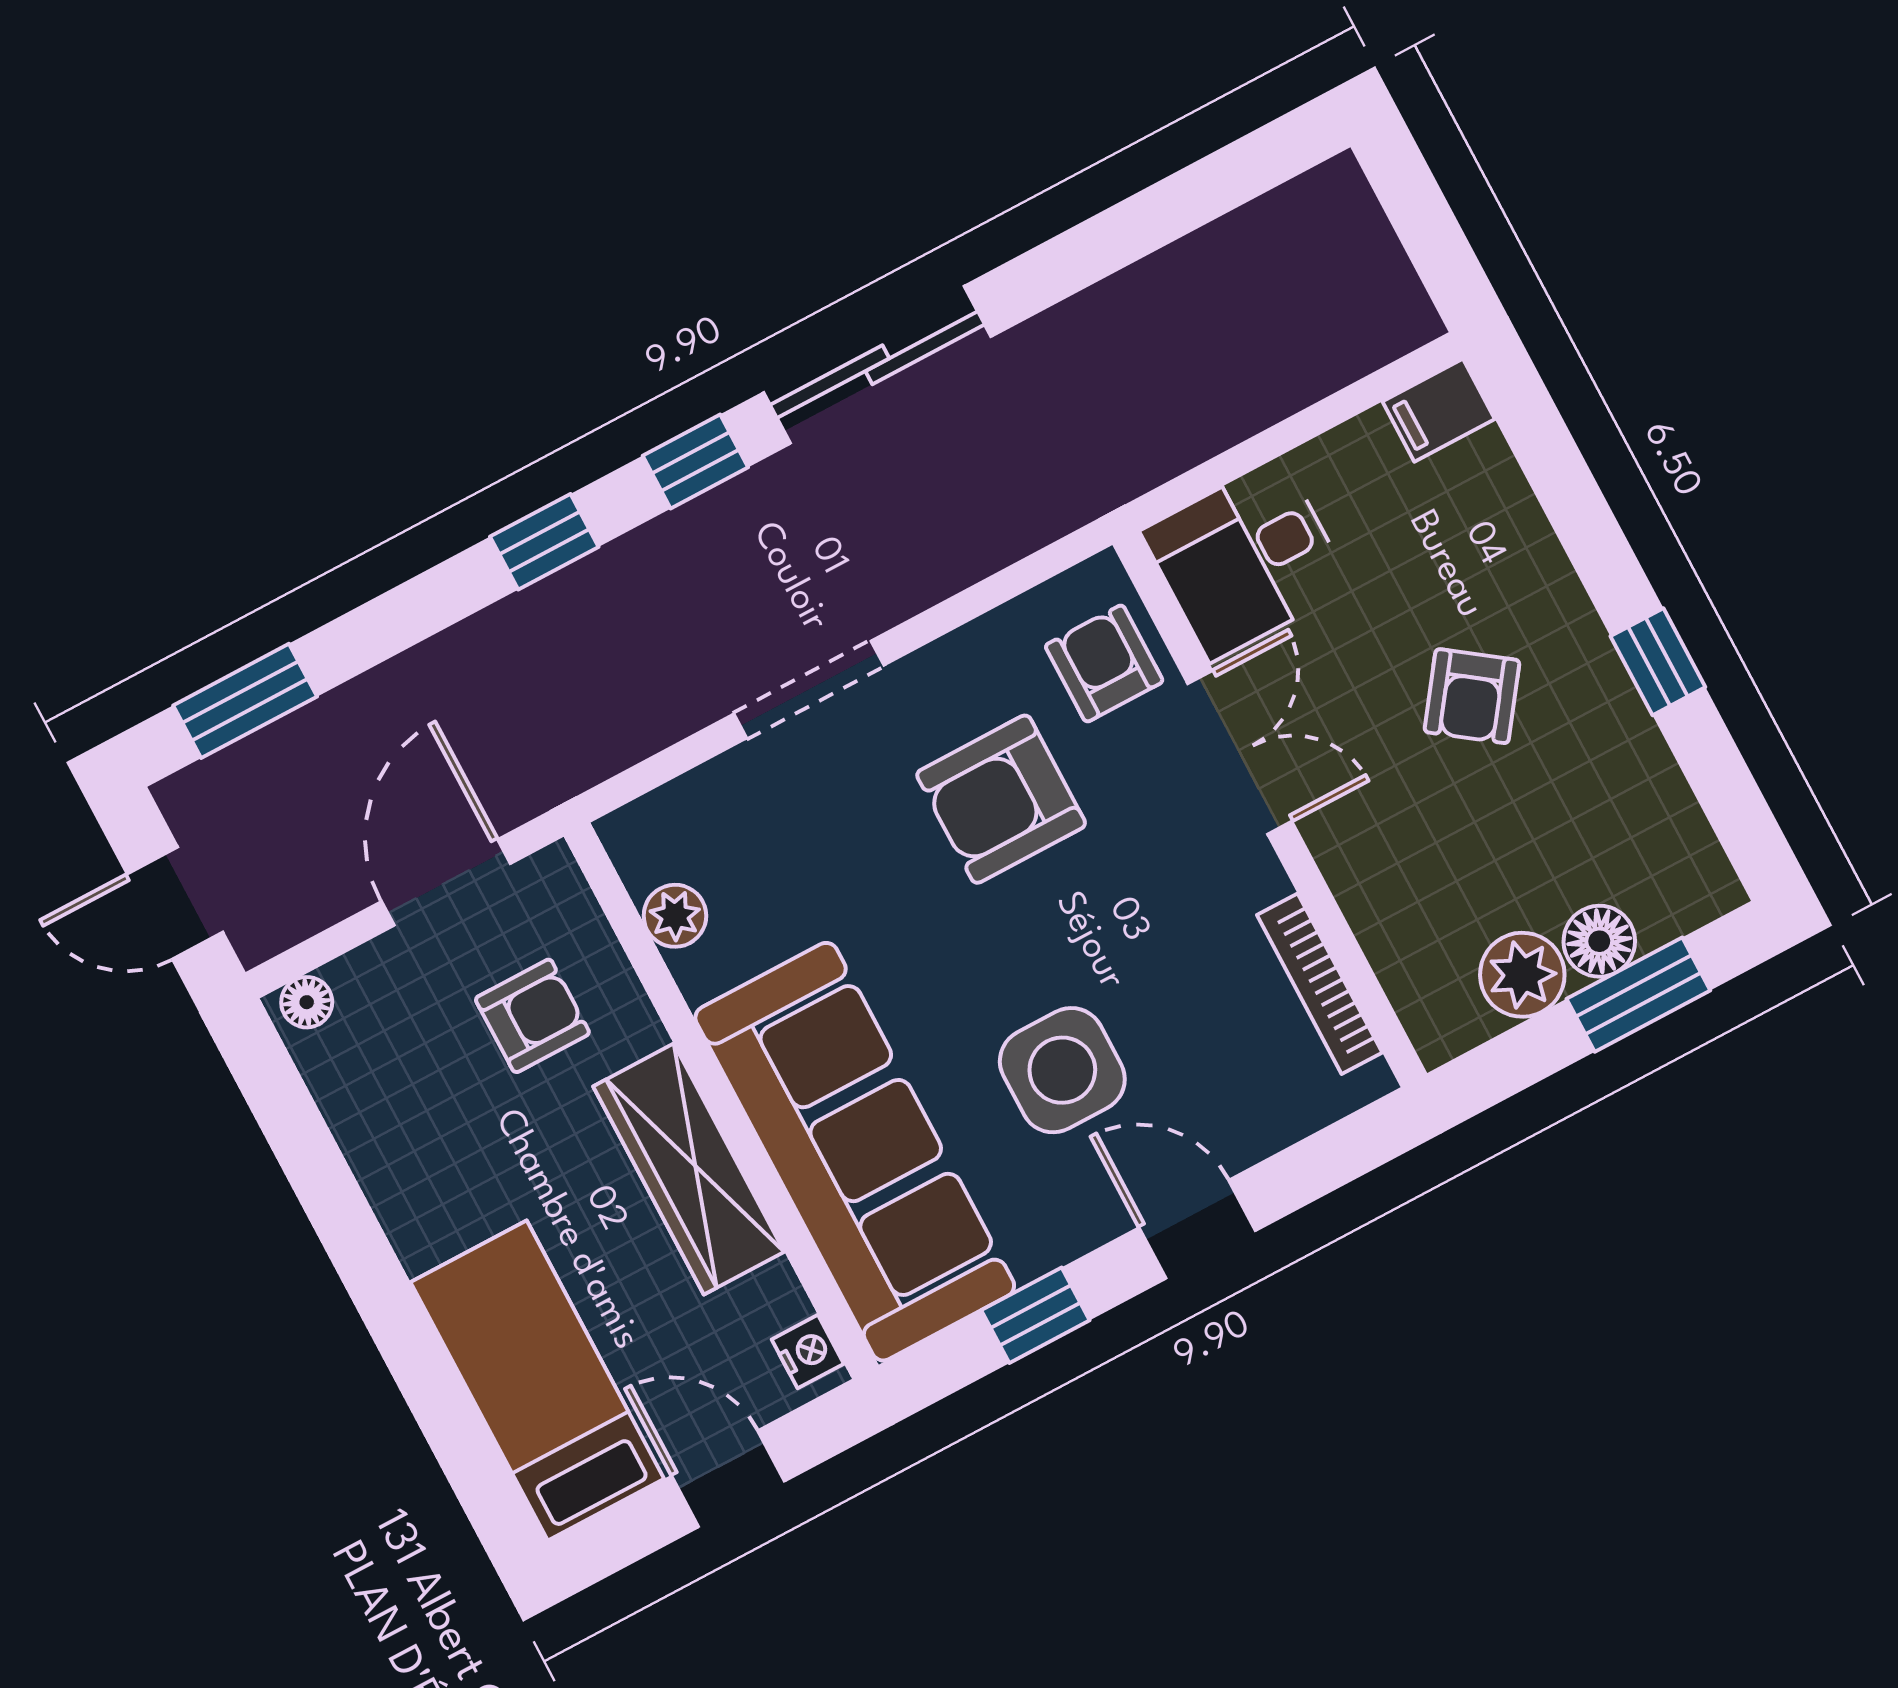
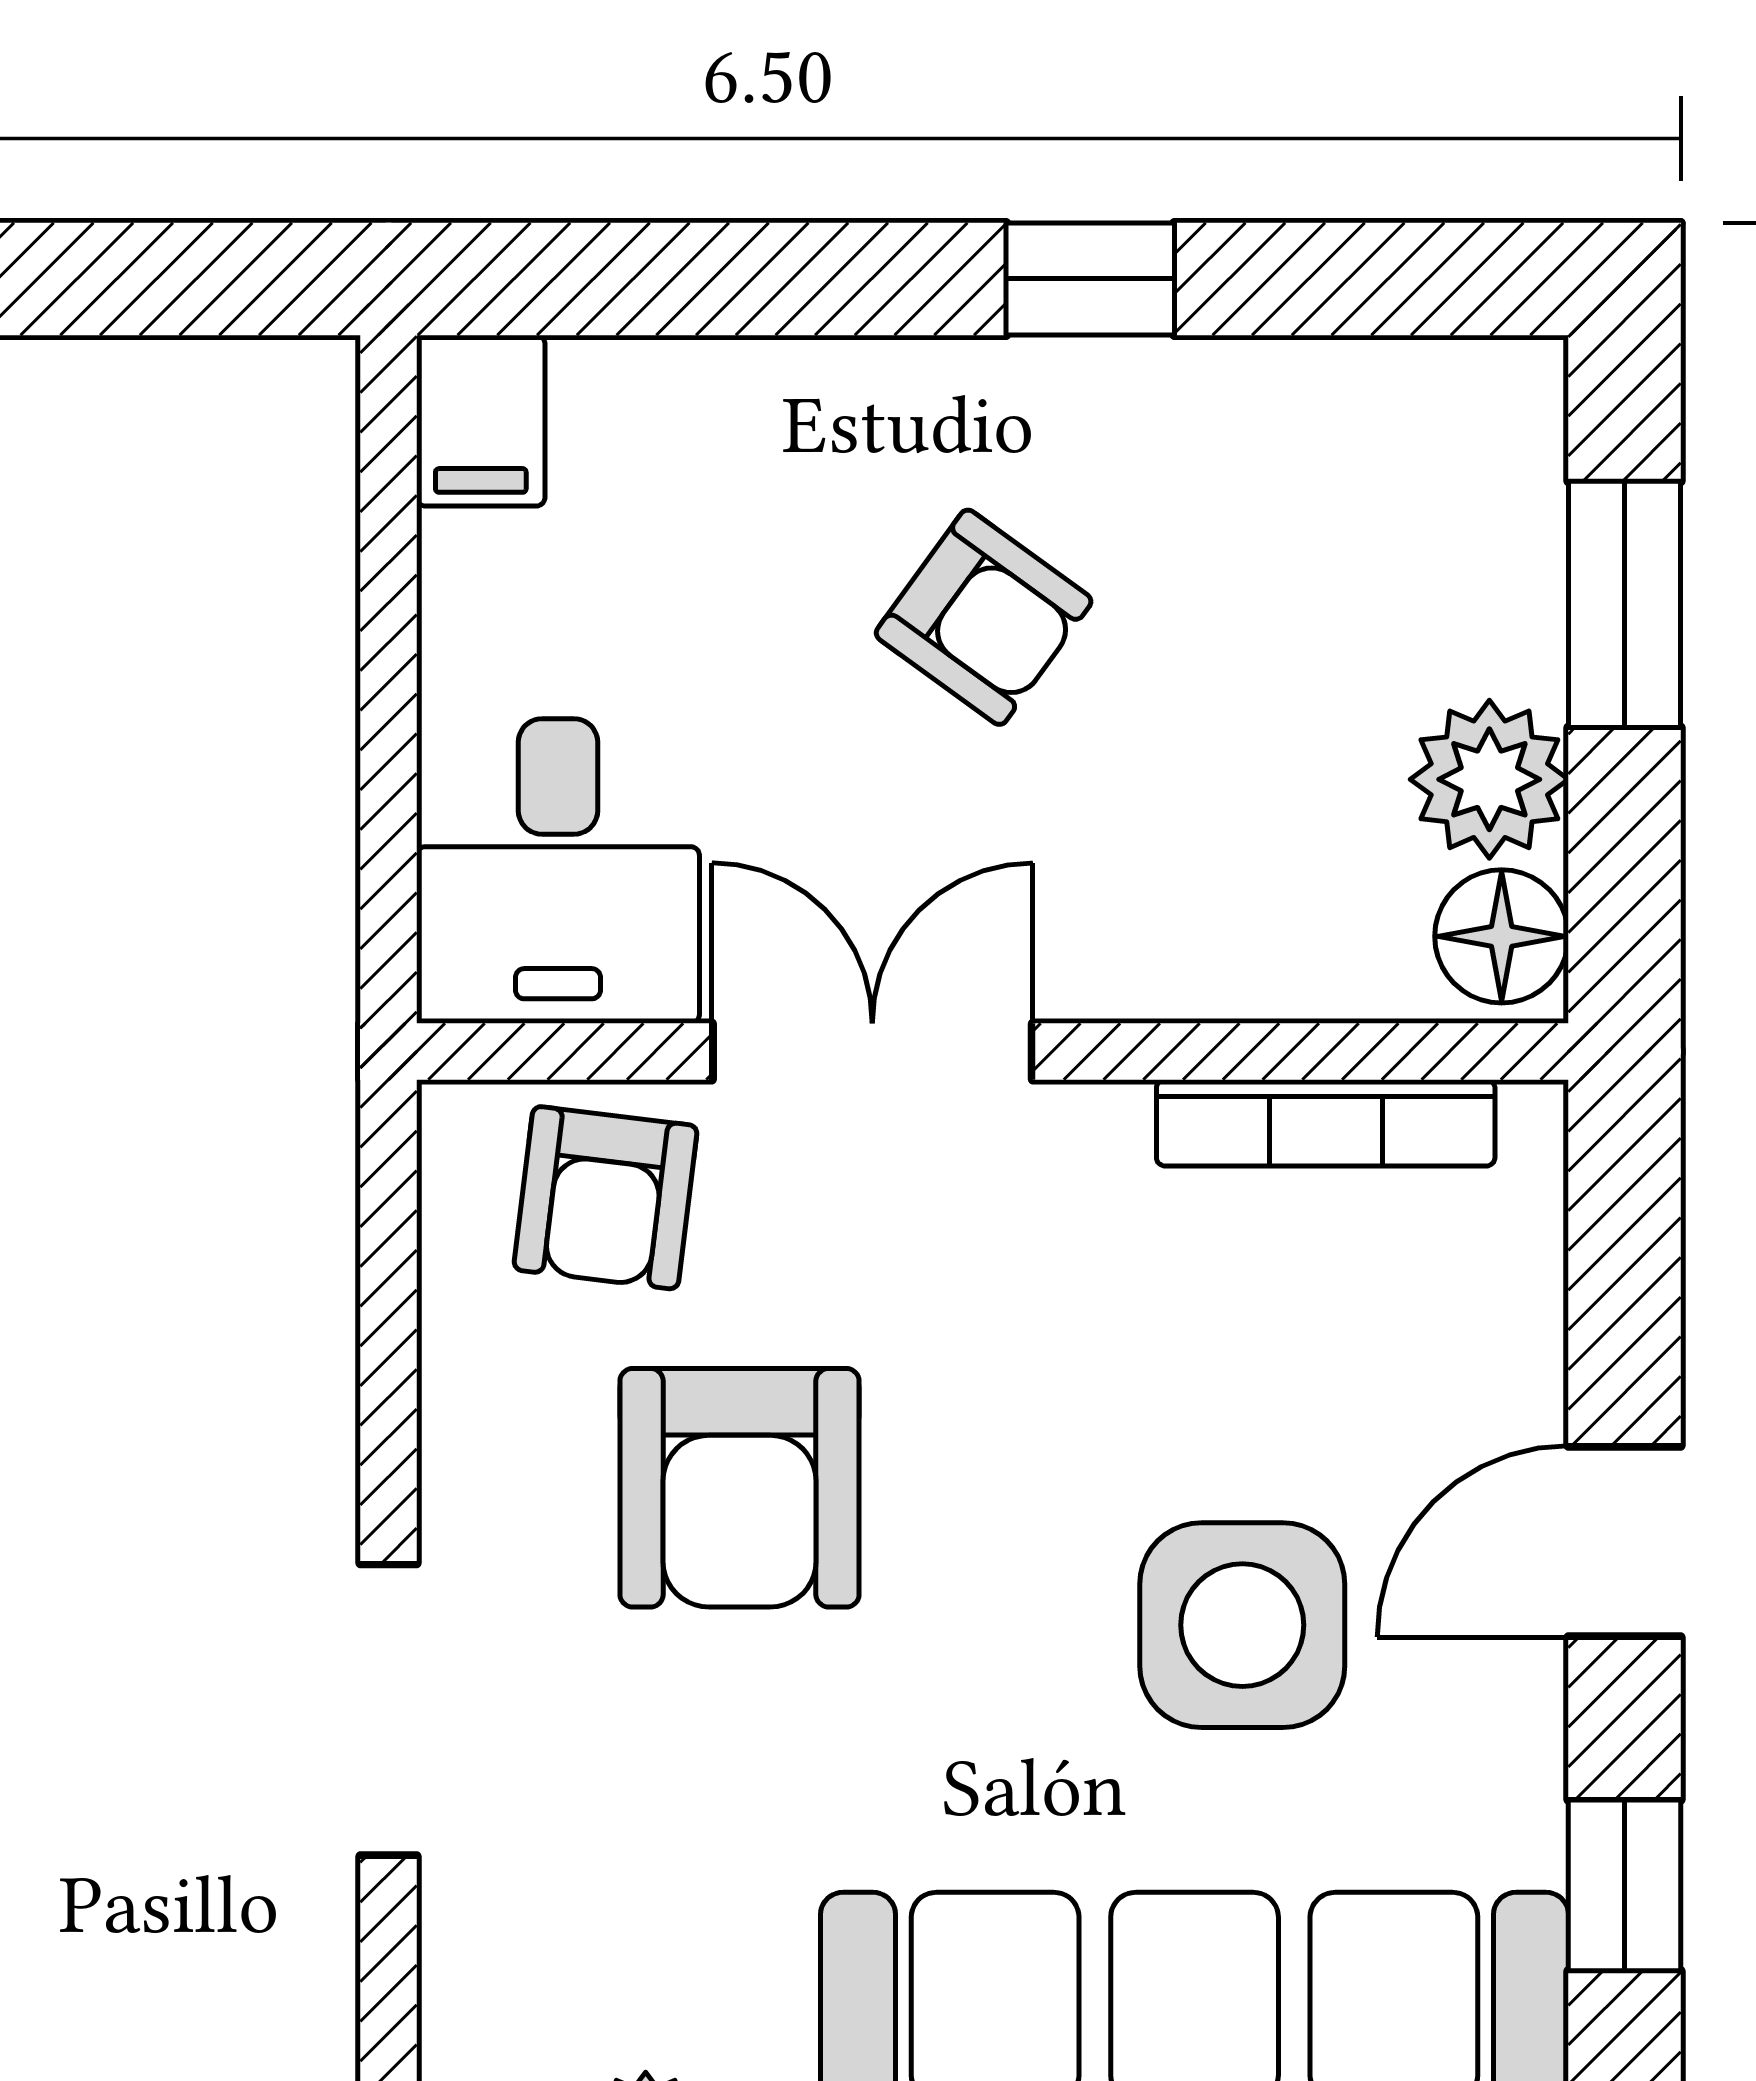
armchair: (1104, 663) -> (606, 1198), turned -83
floor lamp: (1599, 941) -> (1502, 936), moved

